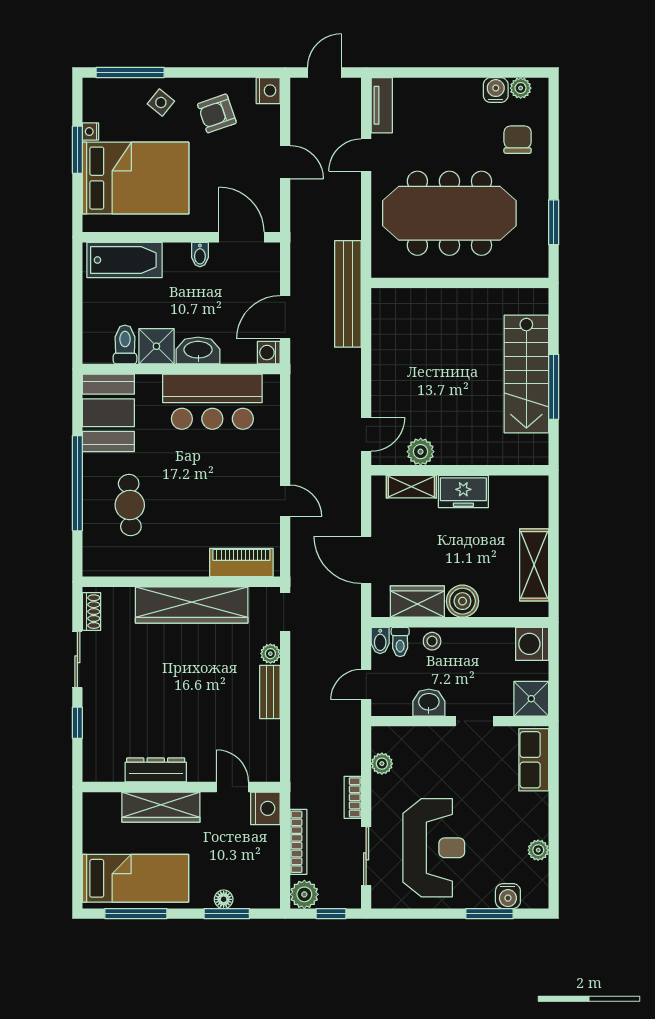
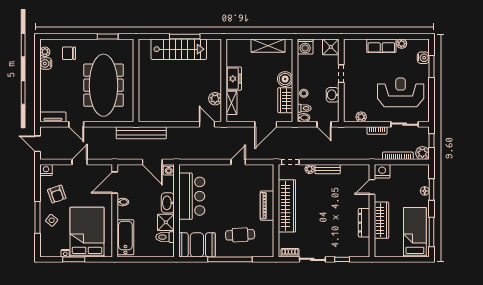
window: (130, 73) -> (38, 217), moved
piano: (241, 563) -> (267, 206), moved
row of seats: (534, 760) -> (381, 46), moved

